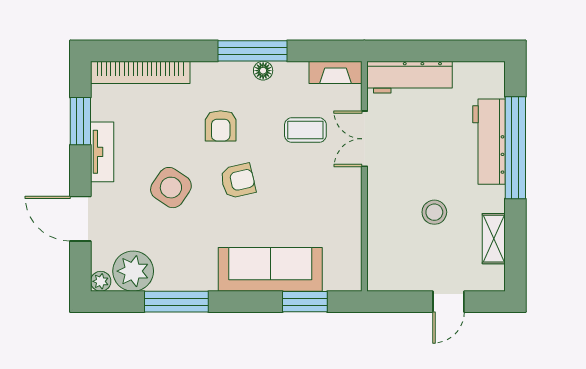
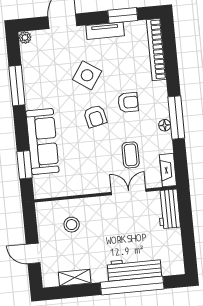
workbench: (410, 77) -> (169, 209), width x0.73
armchair: (221, 126) -> (128, 102), turned 180
stool: (434, 212) -> (72, 225), moved
plant: (133, 271) -> (33, 57), removed

